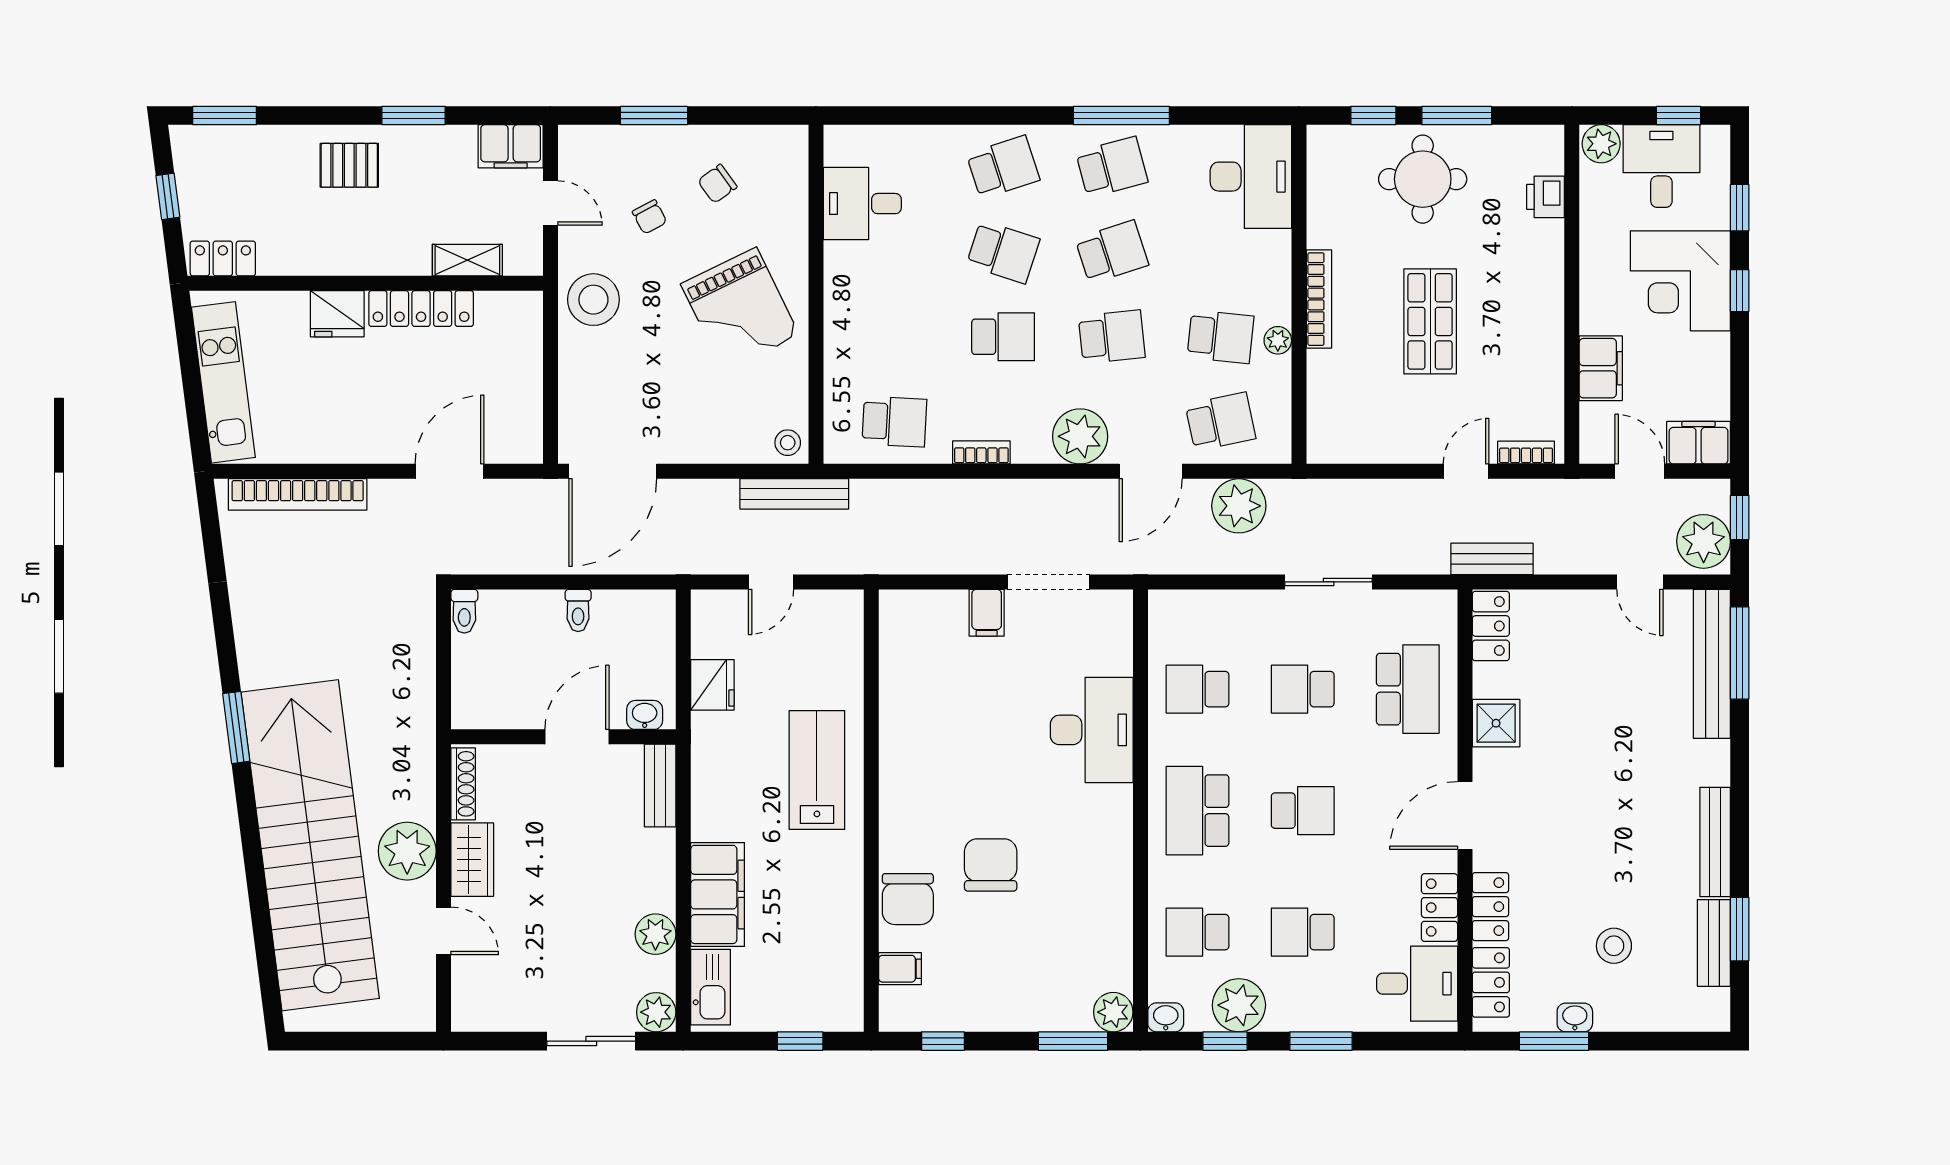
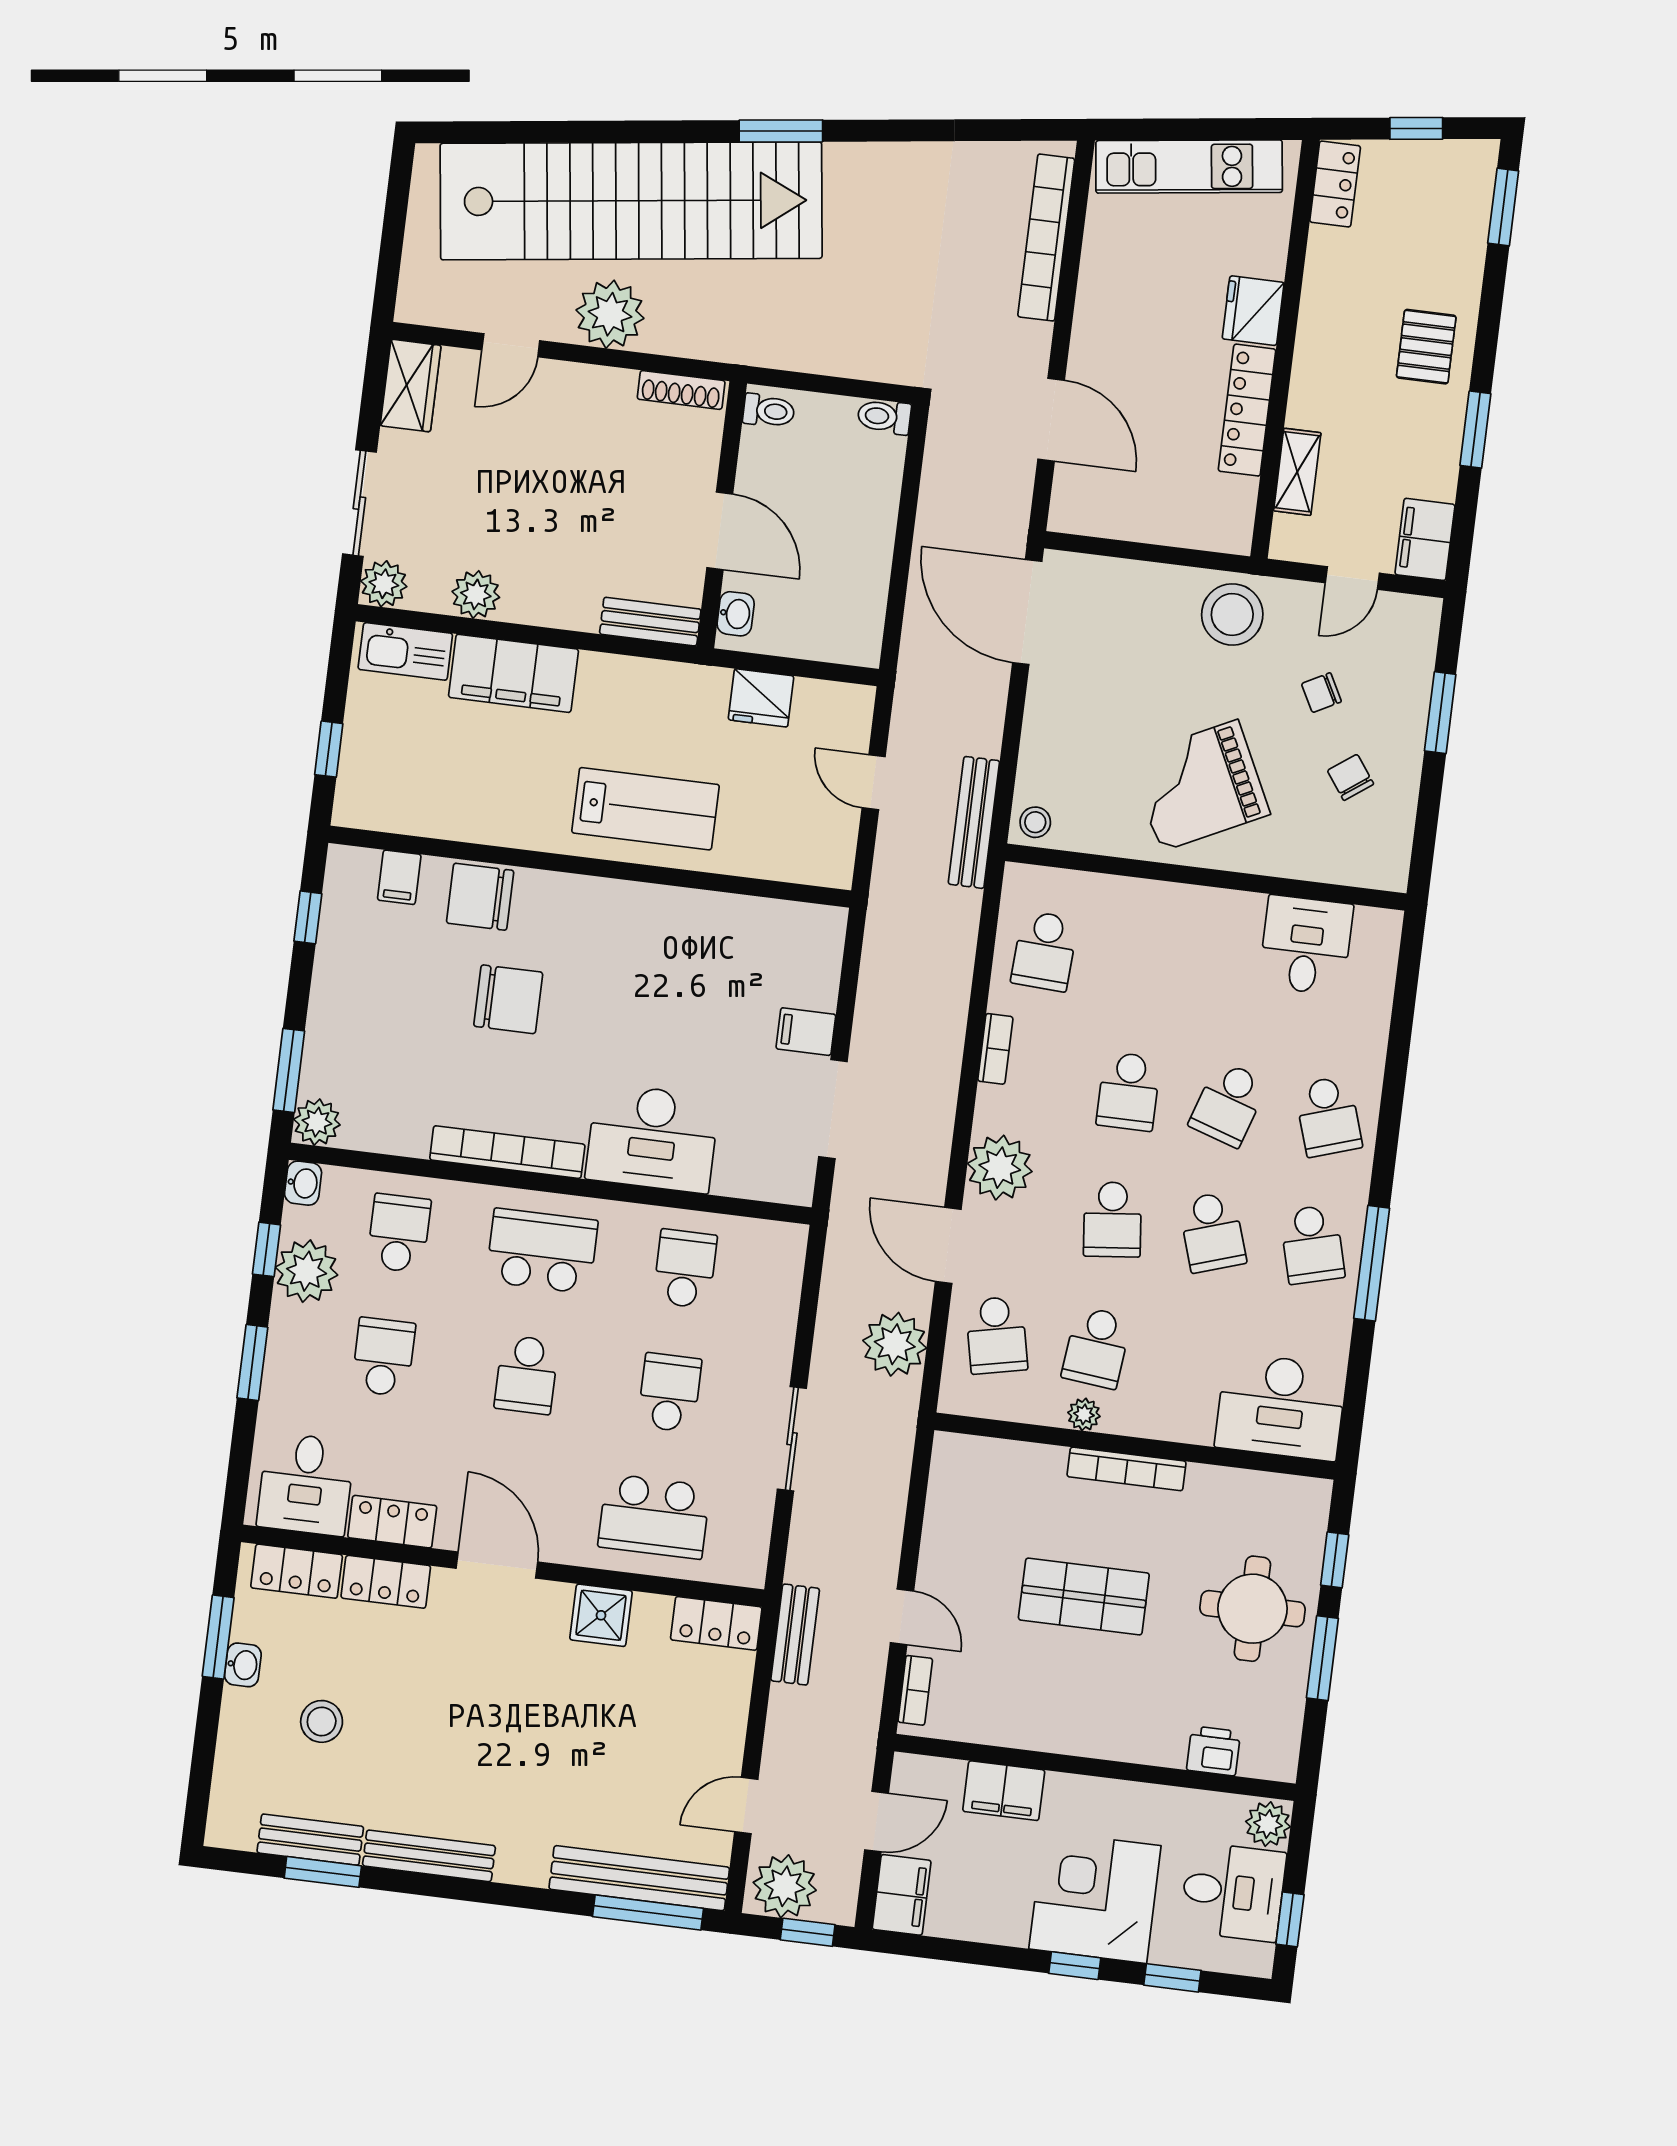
toilet: (578, 610) -> (769, 411), moved, turned 180
bookcase: (1118, 850) -> (507, 1152), added
wardrobe: (472, 860) -> (411, 386), moved, turned -90

